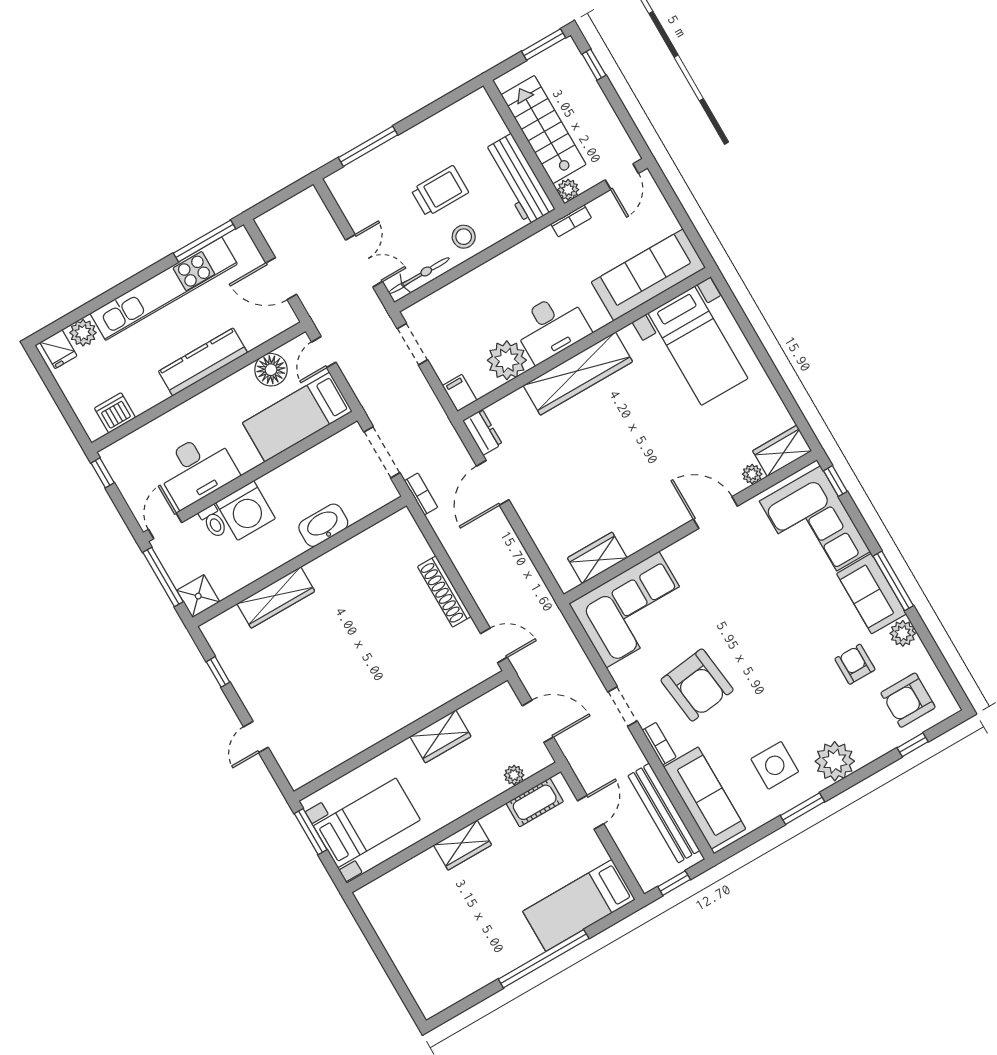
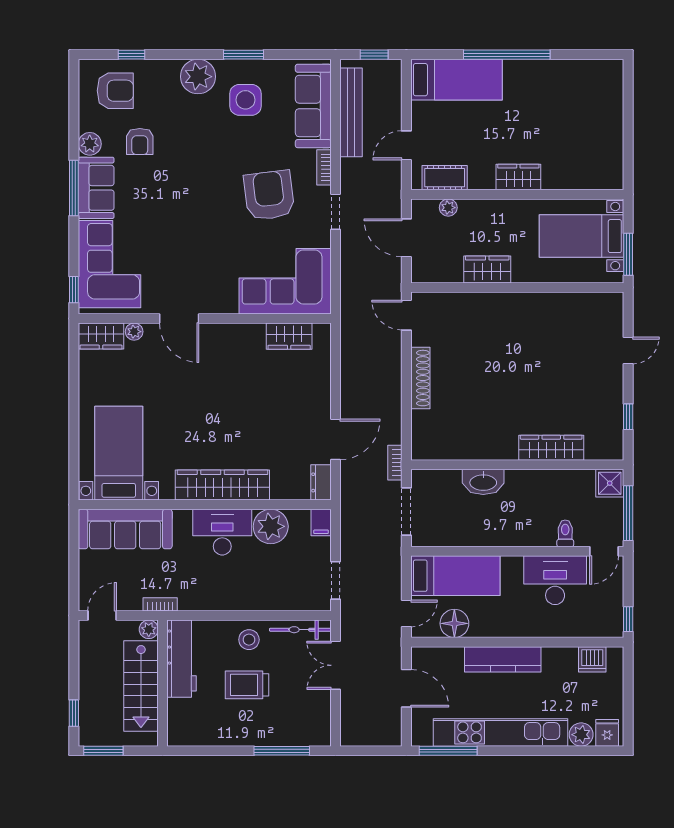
washing machine: (246, 510) -> (536, 527), removed

